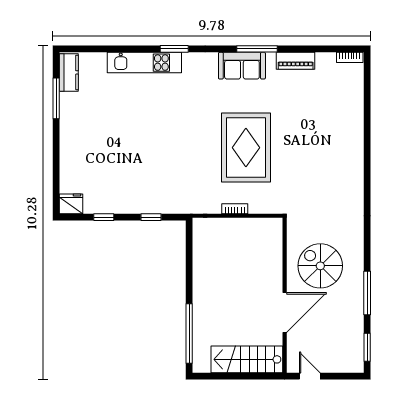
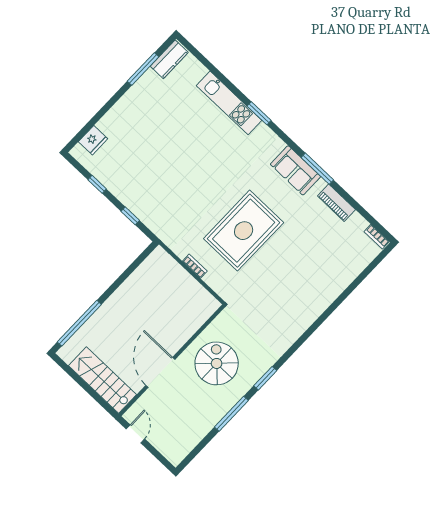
fridge: (71, 204) -> (93, 140), moved, turned 90
door: (285, 312) -> (160, 372), swing flipped
window: (367, 347) -> (265, 378), moved

